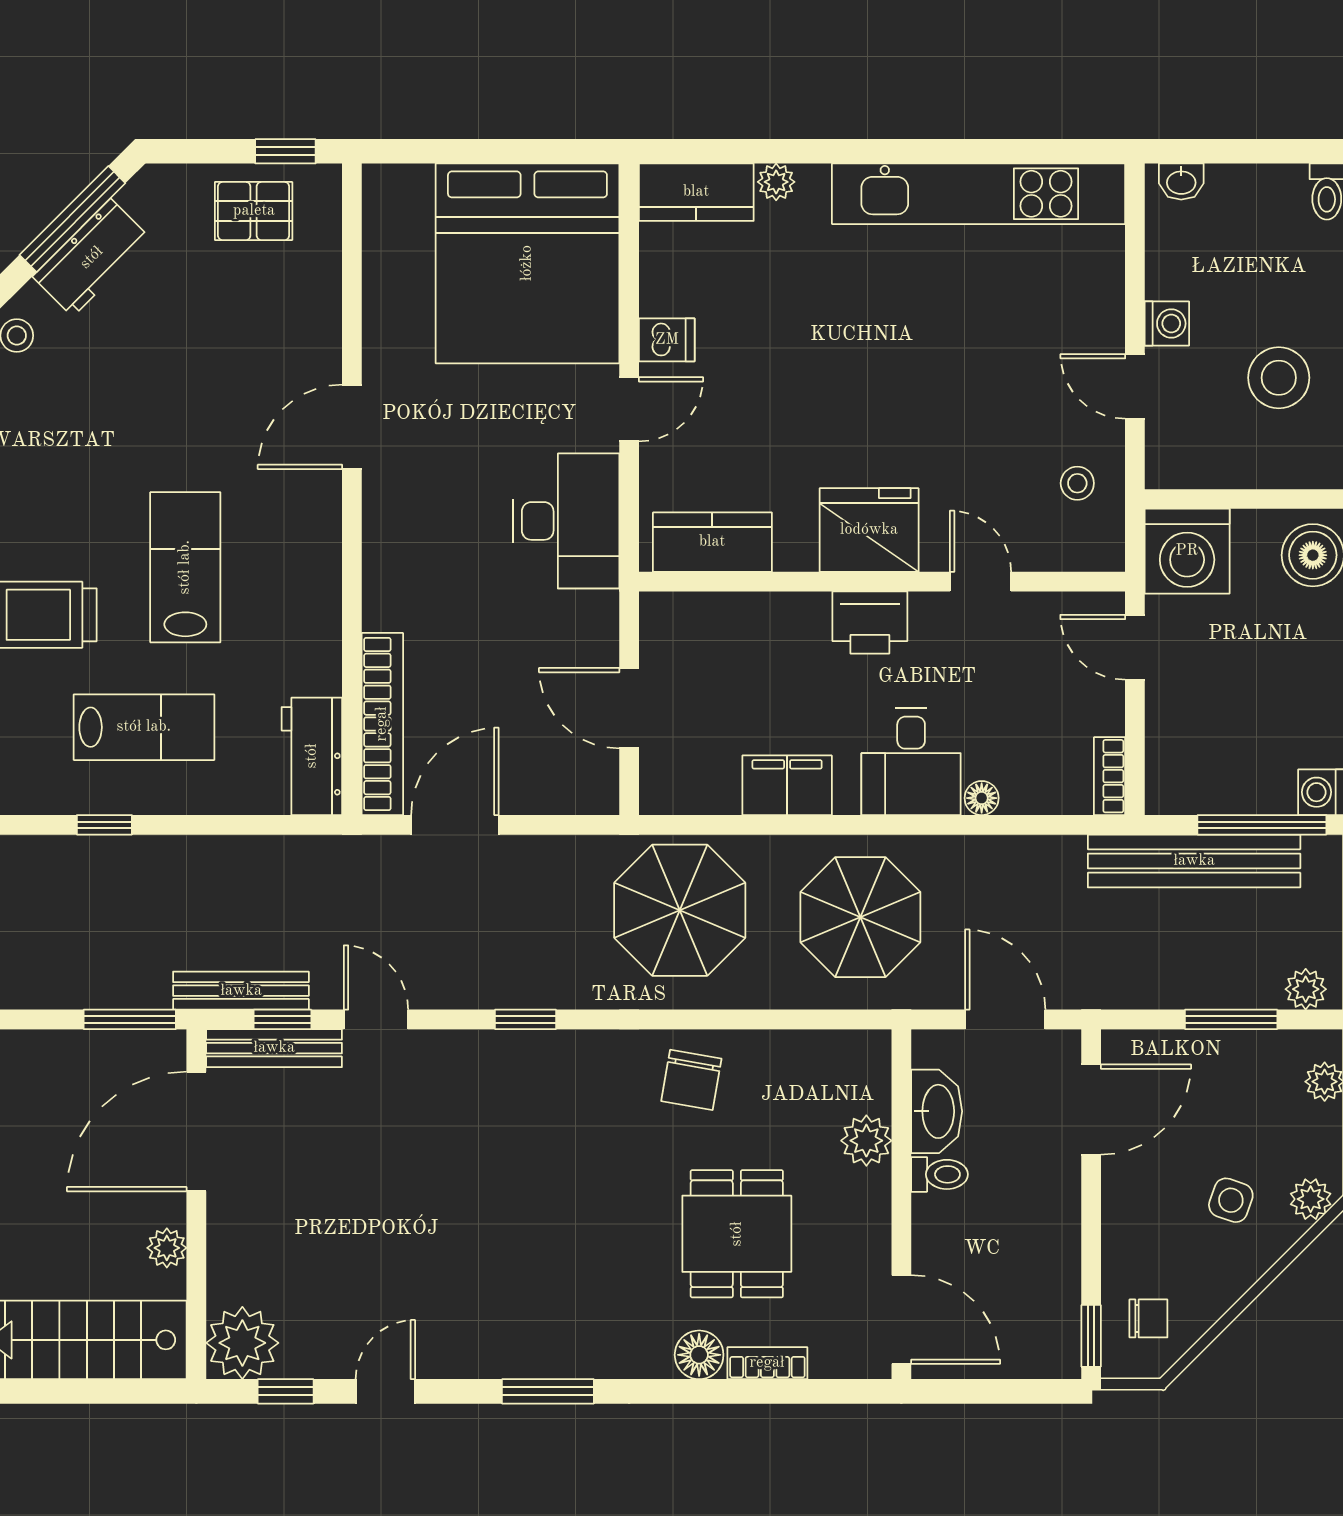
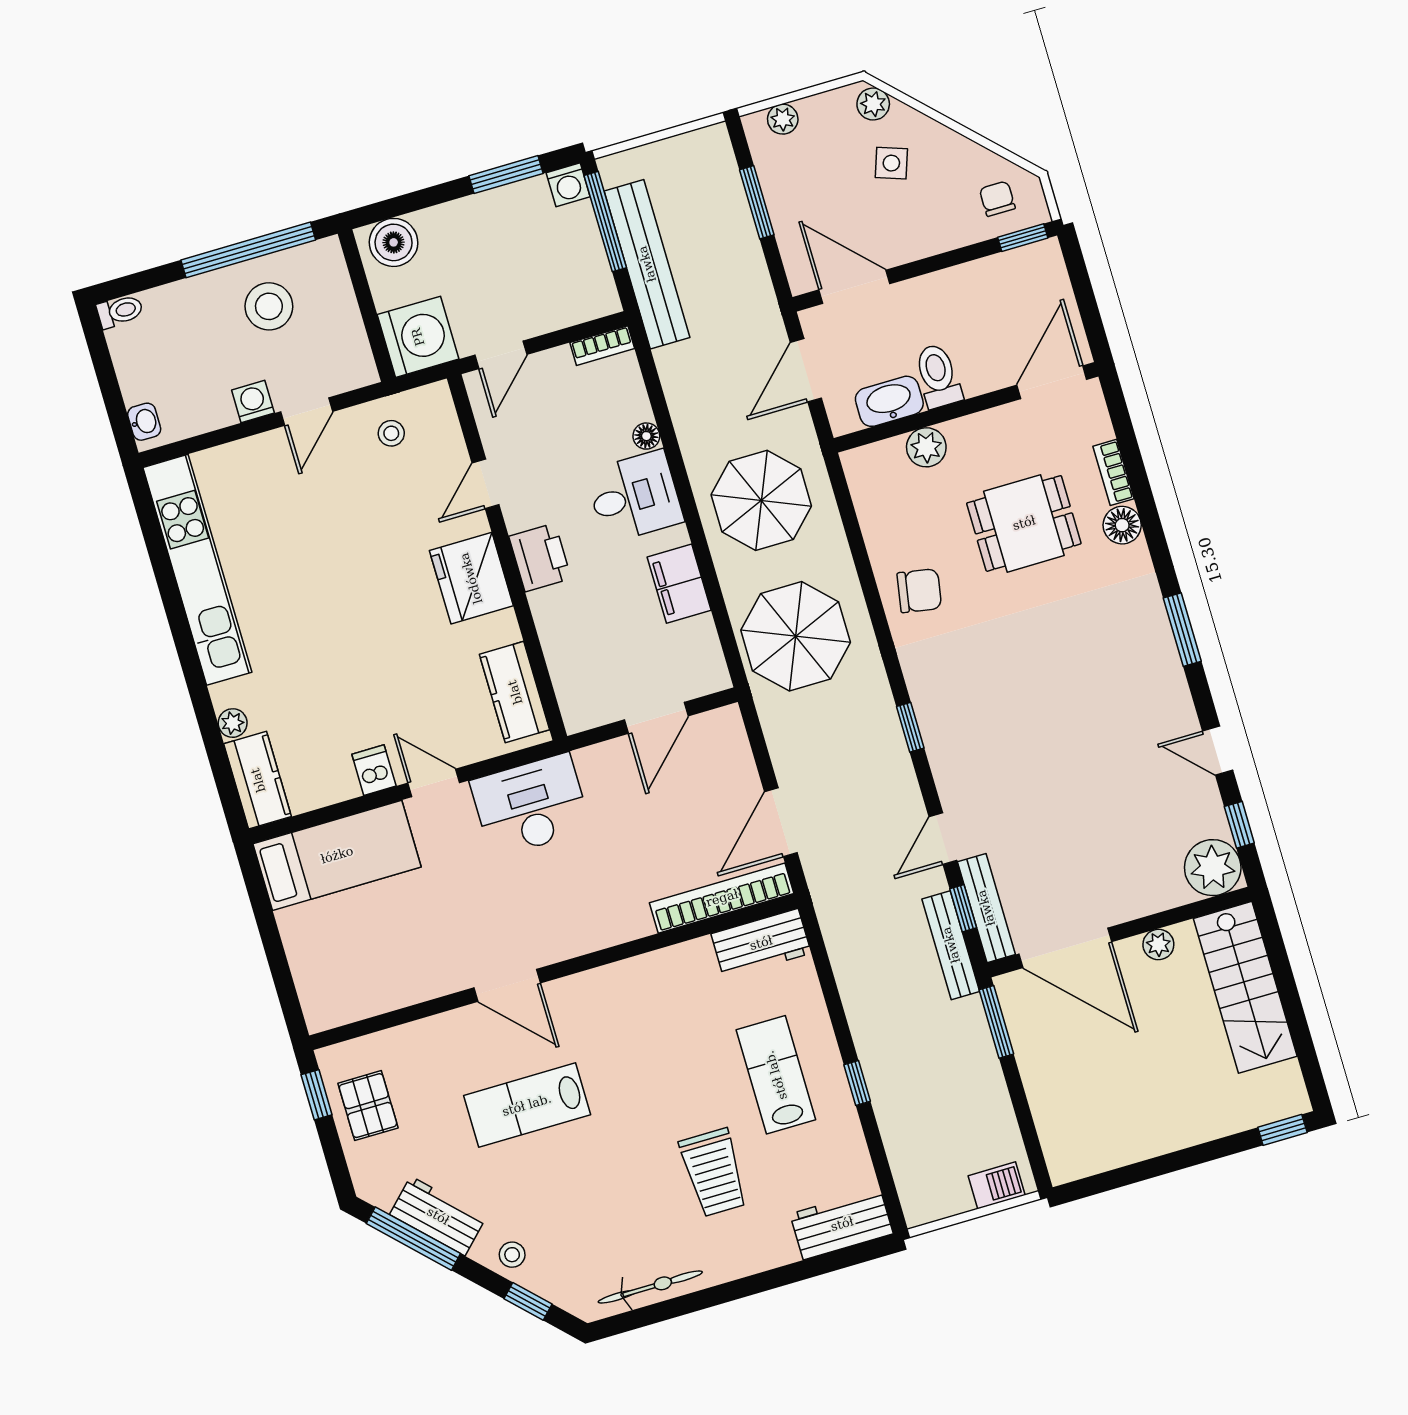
bed: (527, 263) -> (337, 855), width x0.49
lab bench: (185, 567) -> (527, 1105), moved
door: (455, 825) -> (781, 822), hinge flipped
plant: (1306, 989) -> (718, 153), removed
toilet: (940, 1174) -> (938, 376), width x1.37, depth x1.39

